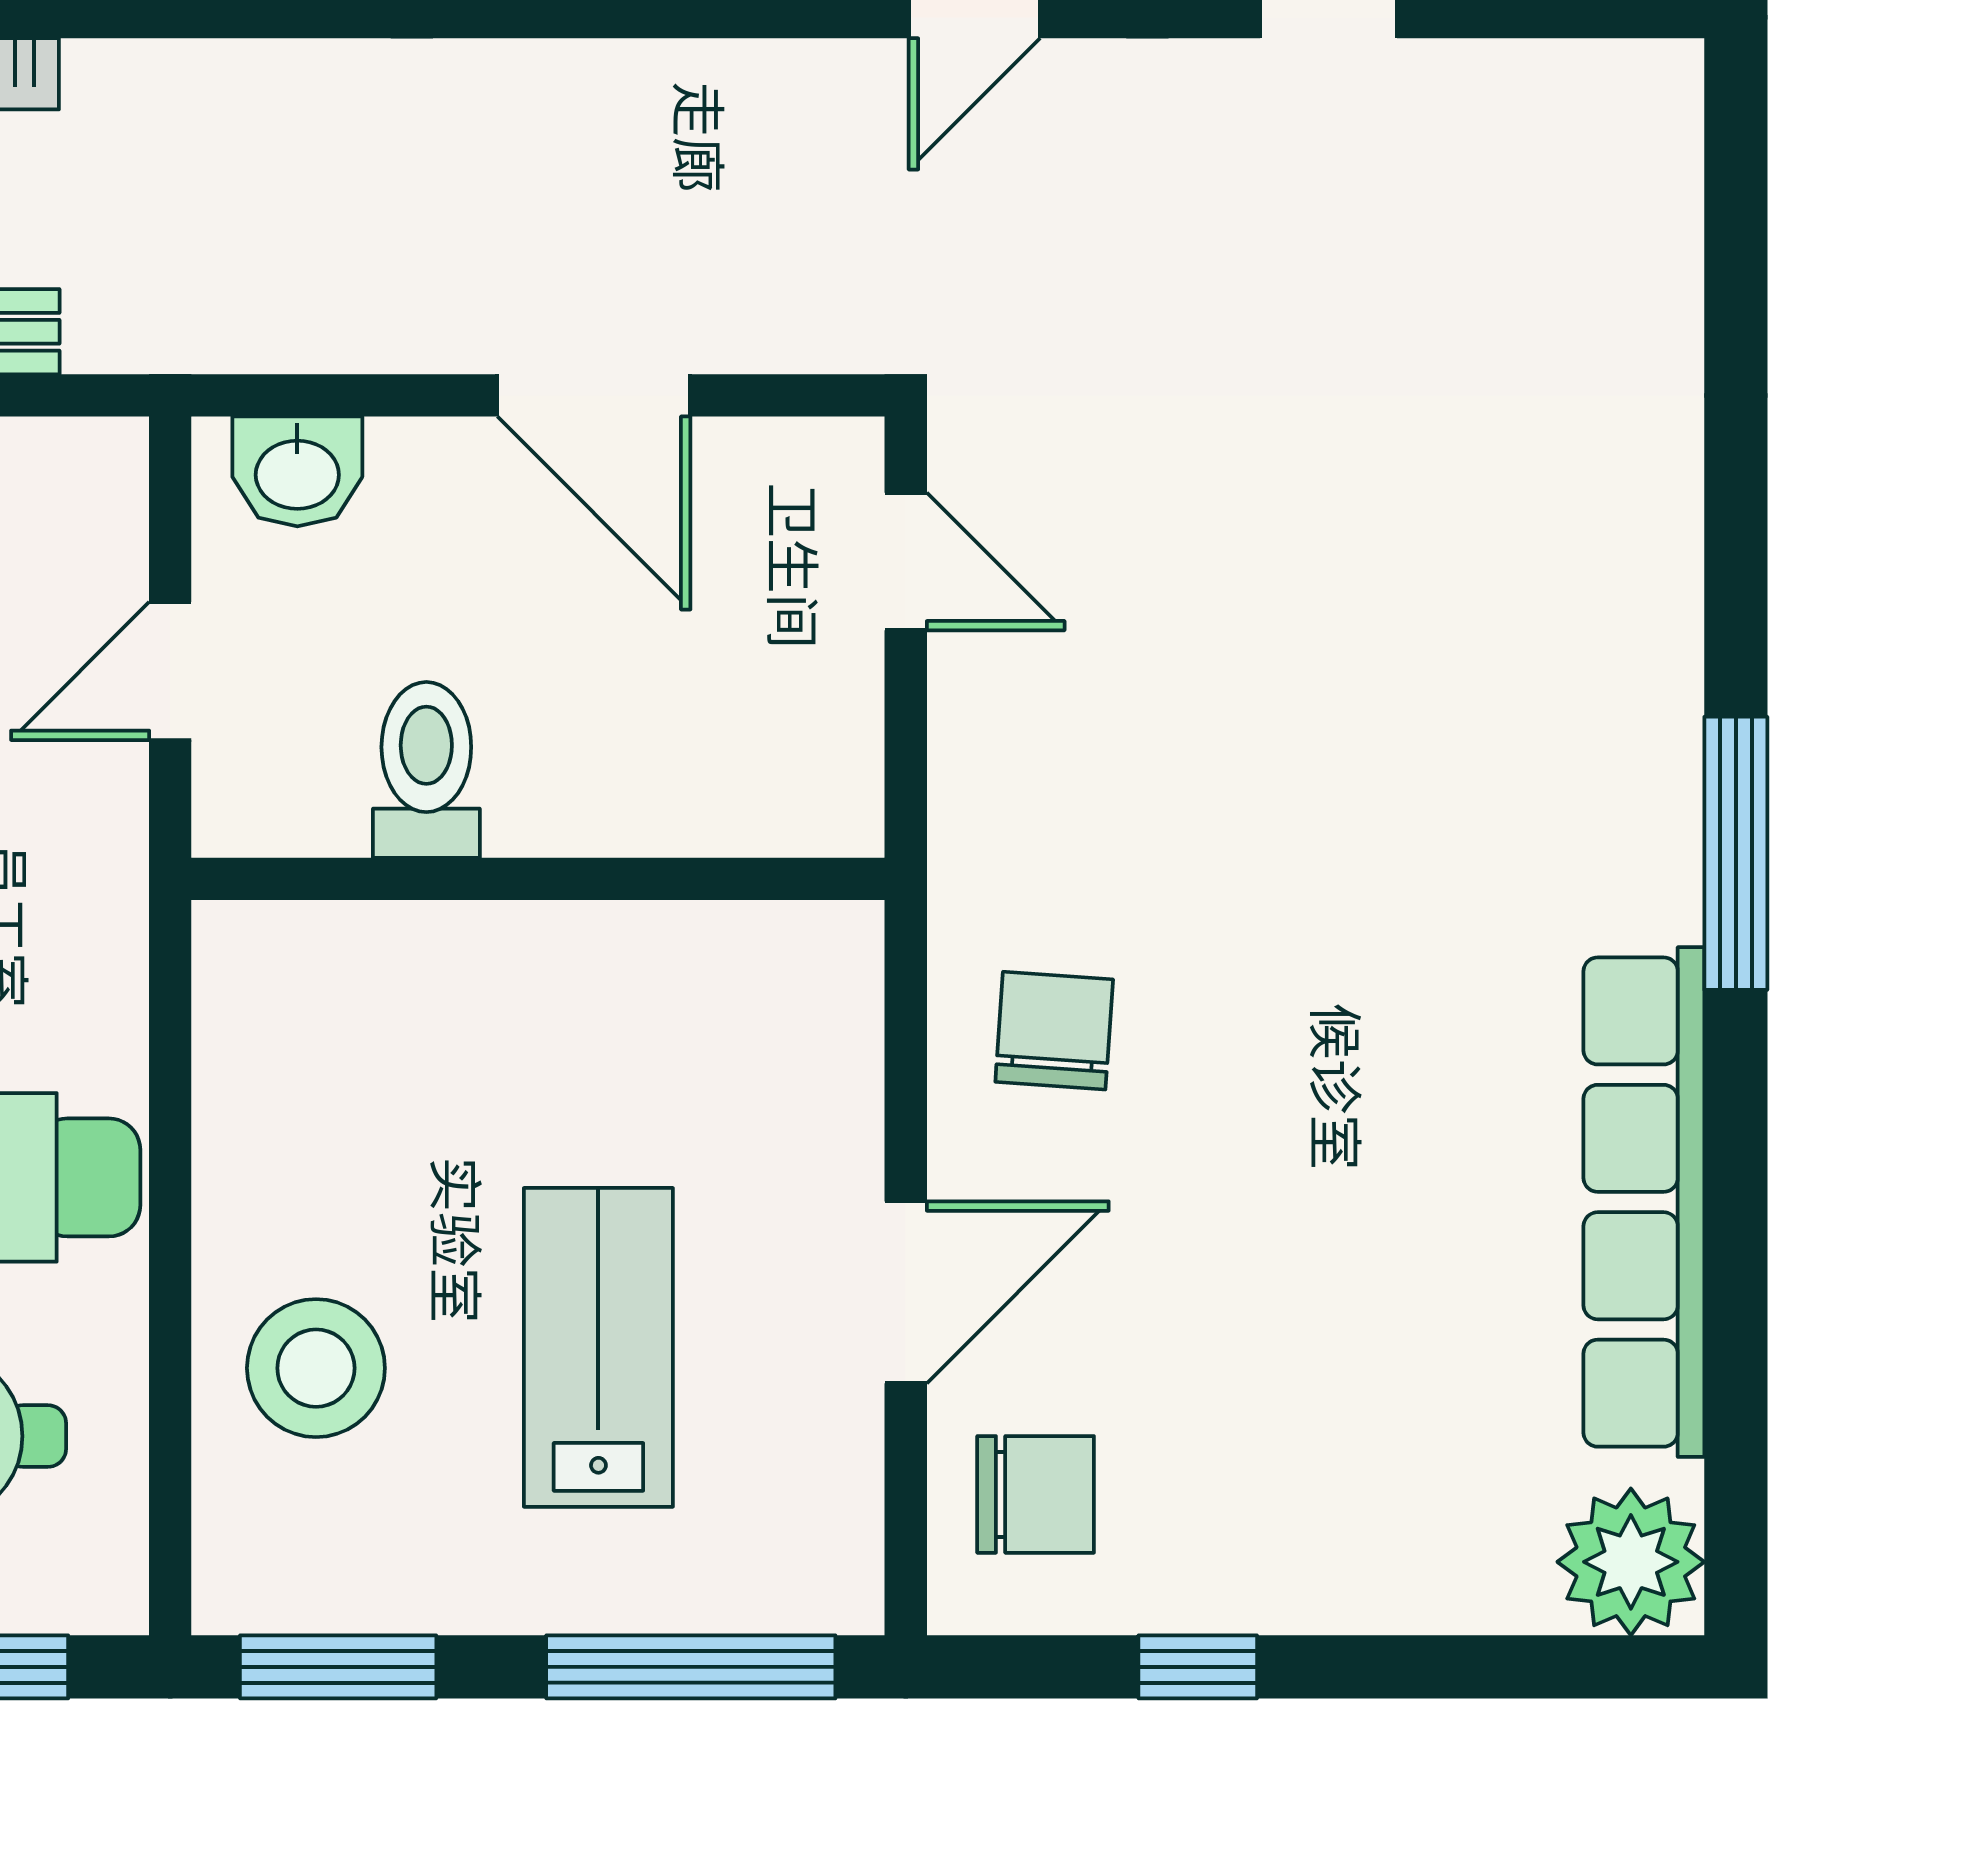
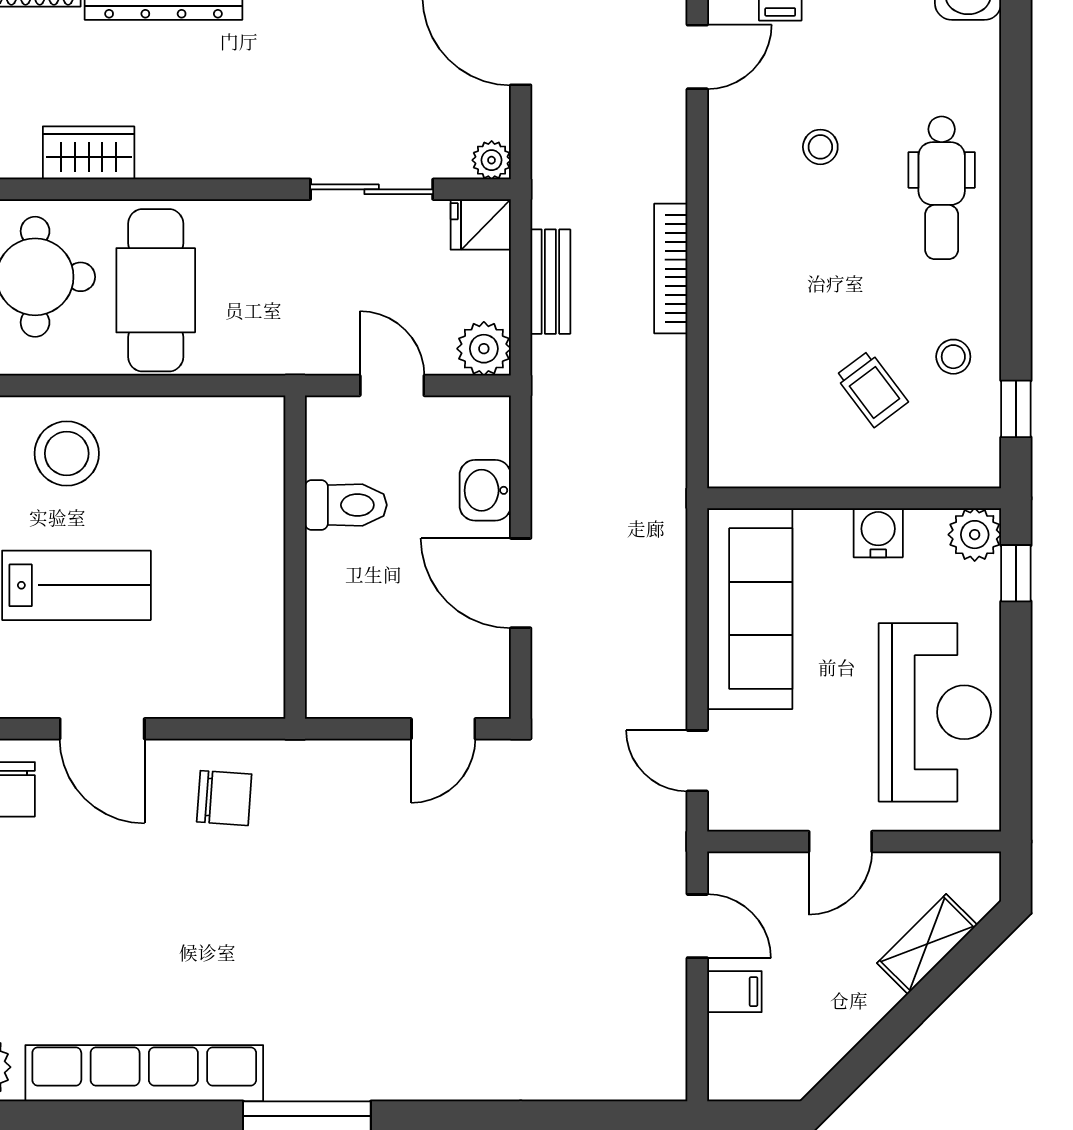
door: (594, 395) -> (521, 583), hinge flipped
washbasin: (297, 471) -> (485, 490), moved
plant: (91, 474) -> (484, 349), added

